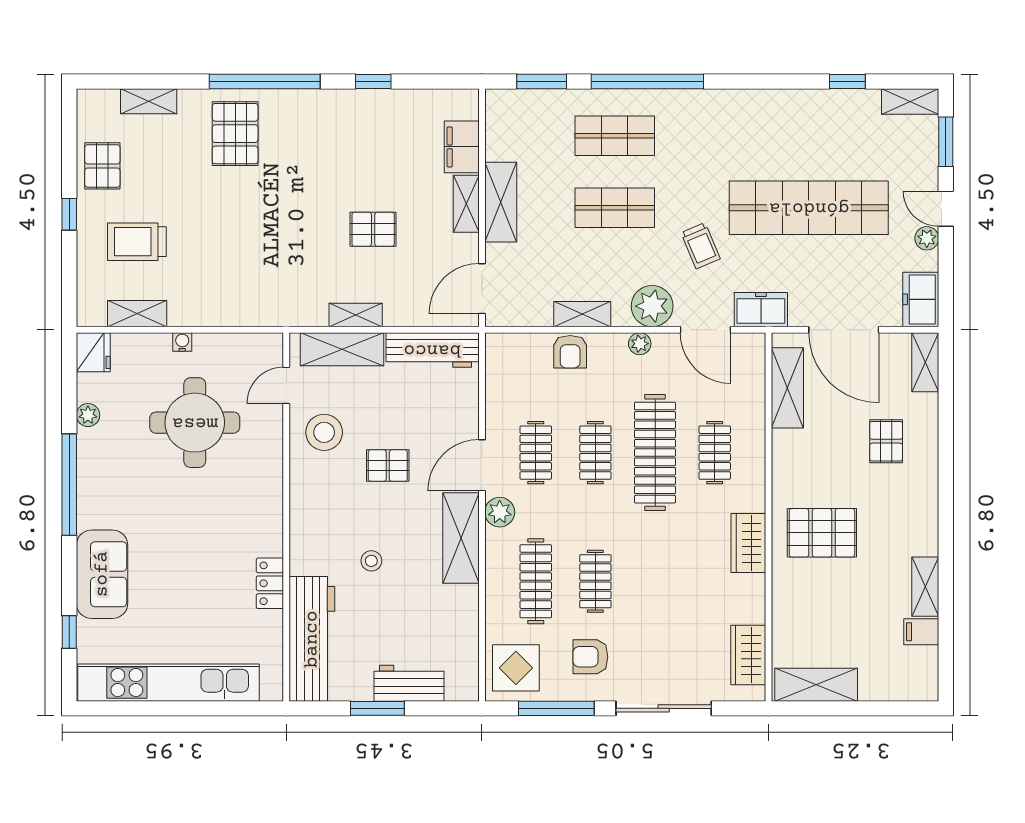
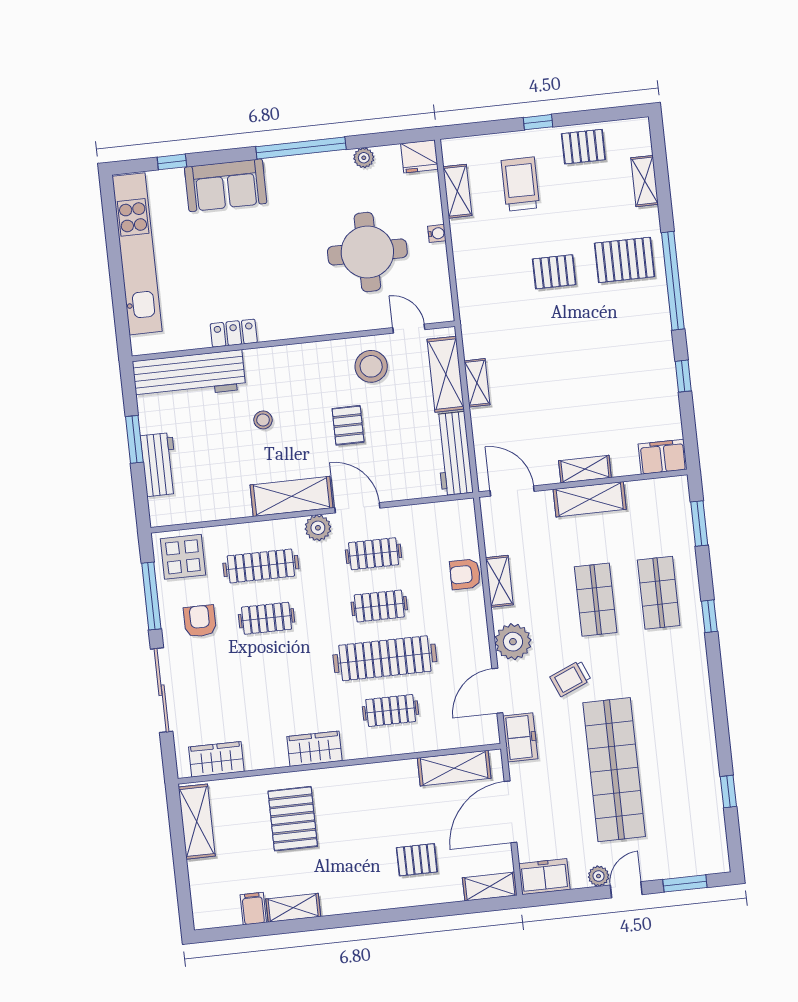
window: (647, 82) -> (709, 616), width x0.32
shelving: (910, 101) -> (717, 848), removed
filing cabinet: (462, 147) -> (663, 457), moved
pallet: (373, 229) -> (554, 272), moved, turned 90
plant: (640, 344) -> (479, 634), removed
pallet: (822, 533) -> (293, 819), moved

